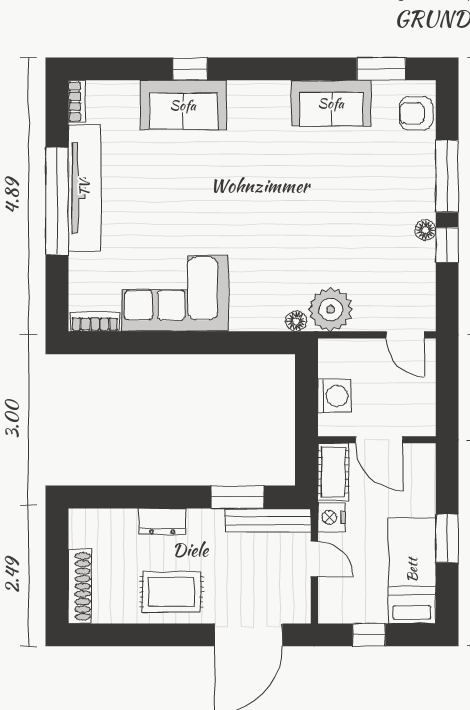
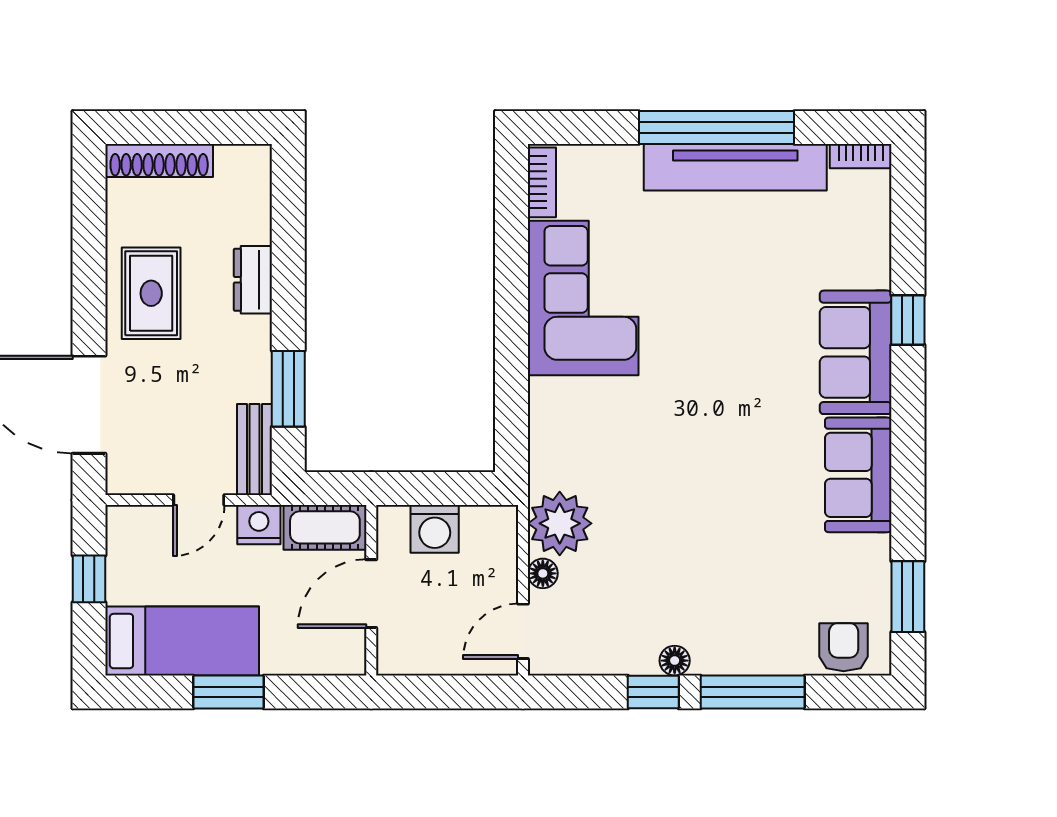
sofa: (331, 103) -> (858, 475), moved
sofa: (183, 105) -> (856, 352), moved
floor lamp: (296, 321) -> (543, 573), moved
bench: (268, 520) -> (255, 449), width x0.73

